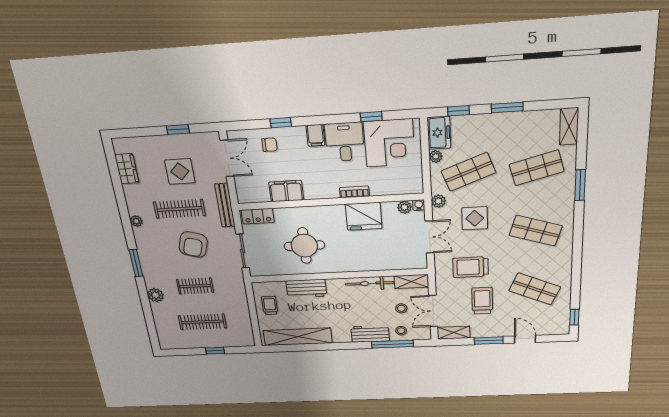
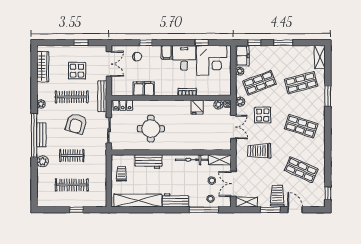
wardrobe: (127, 169) -> (43, 67), width x1.50
fridge: (364, 216) -> (197, 107), width x0.53, depth x0.75
bench: (146, 262) -> (41, 135), added
window: (136, 263) -> (34, 135), width x2.11
trolley: (482, 301) -> (277, 196), moved
workbench: (370, 334) -> (175, 200), moved

